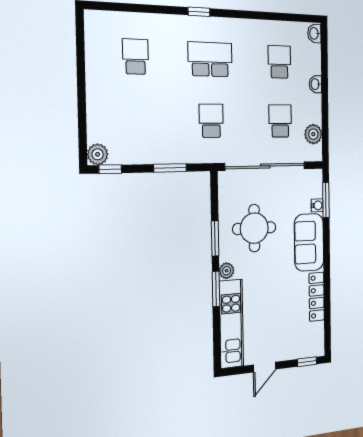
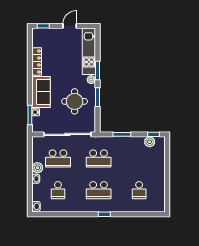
school desk: (211, 121) -> (99, 158), width x1.85
school desk: (280, 121) -> (58, 158), width x1.85
plant: (313, 134) -> (37, 168), moved
plant: (98, 154) -> (150, 142), moved

